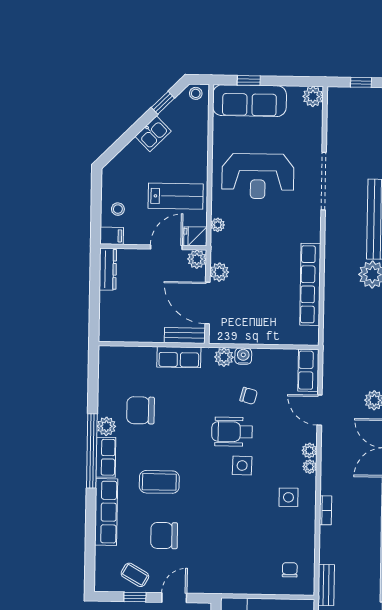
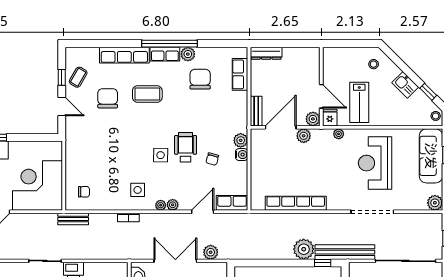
stool: (118, 209) -> (374, 64), moved
filing cabinet: (112, 236) -> (329, 56), removed
dresser: (108, 269) -> (266, 53), moved
row of seats: (179, 357) -> (240, 74), moved
coffee table: (159, 482) -> (147, 94), turned 90

